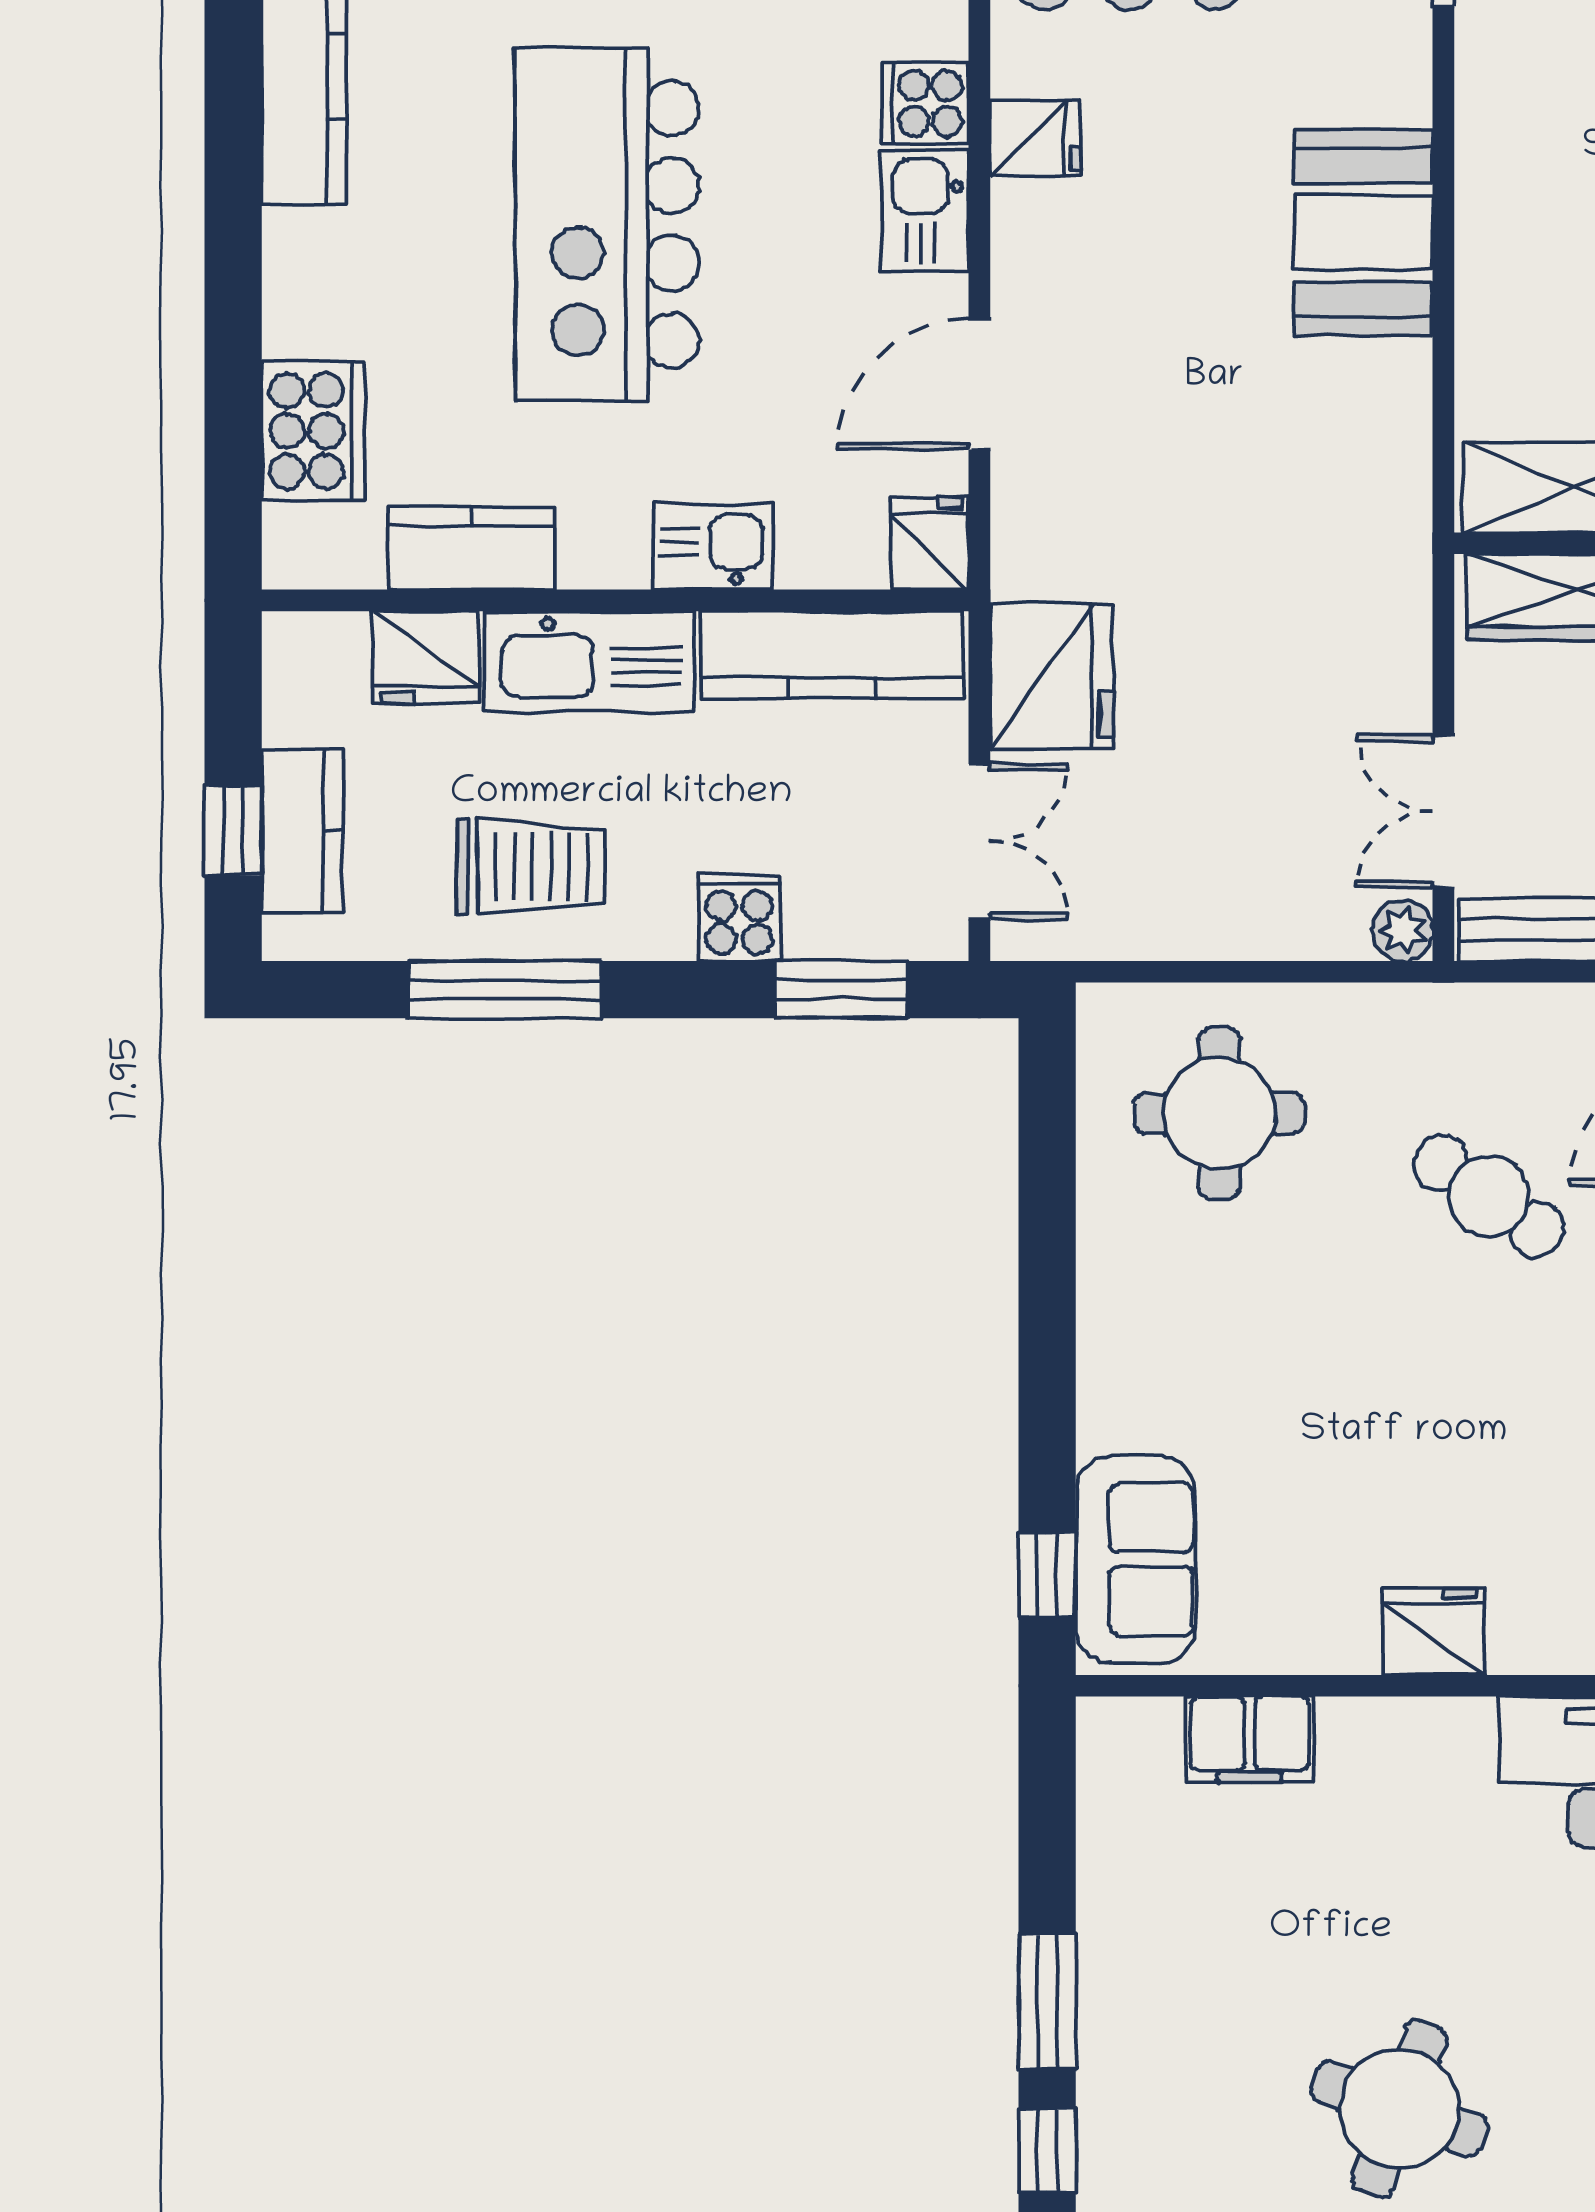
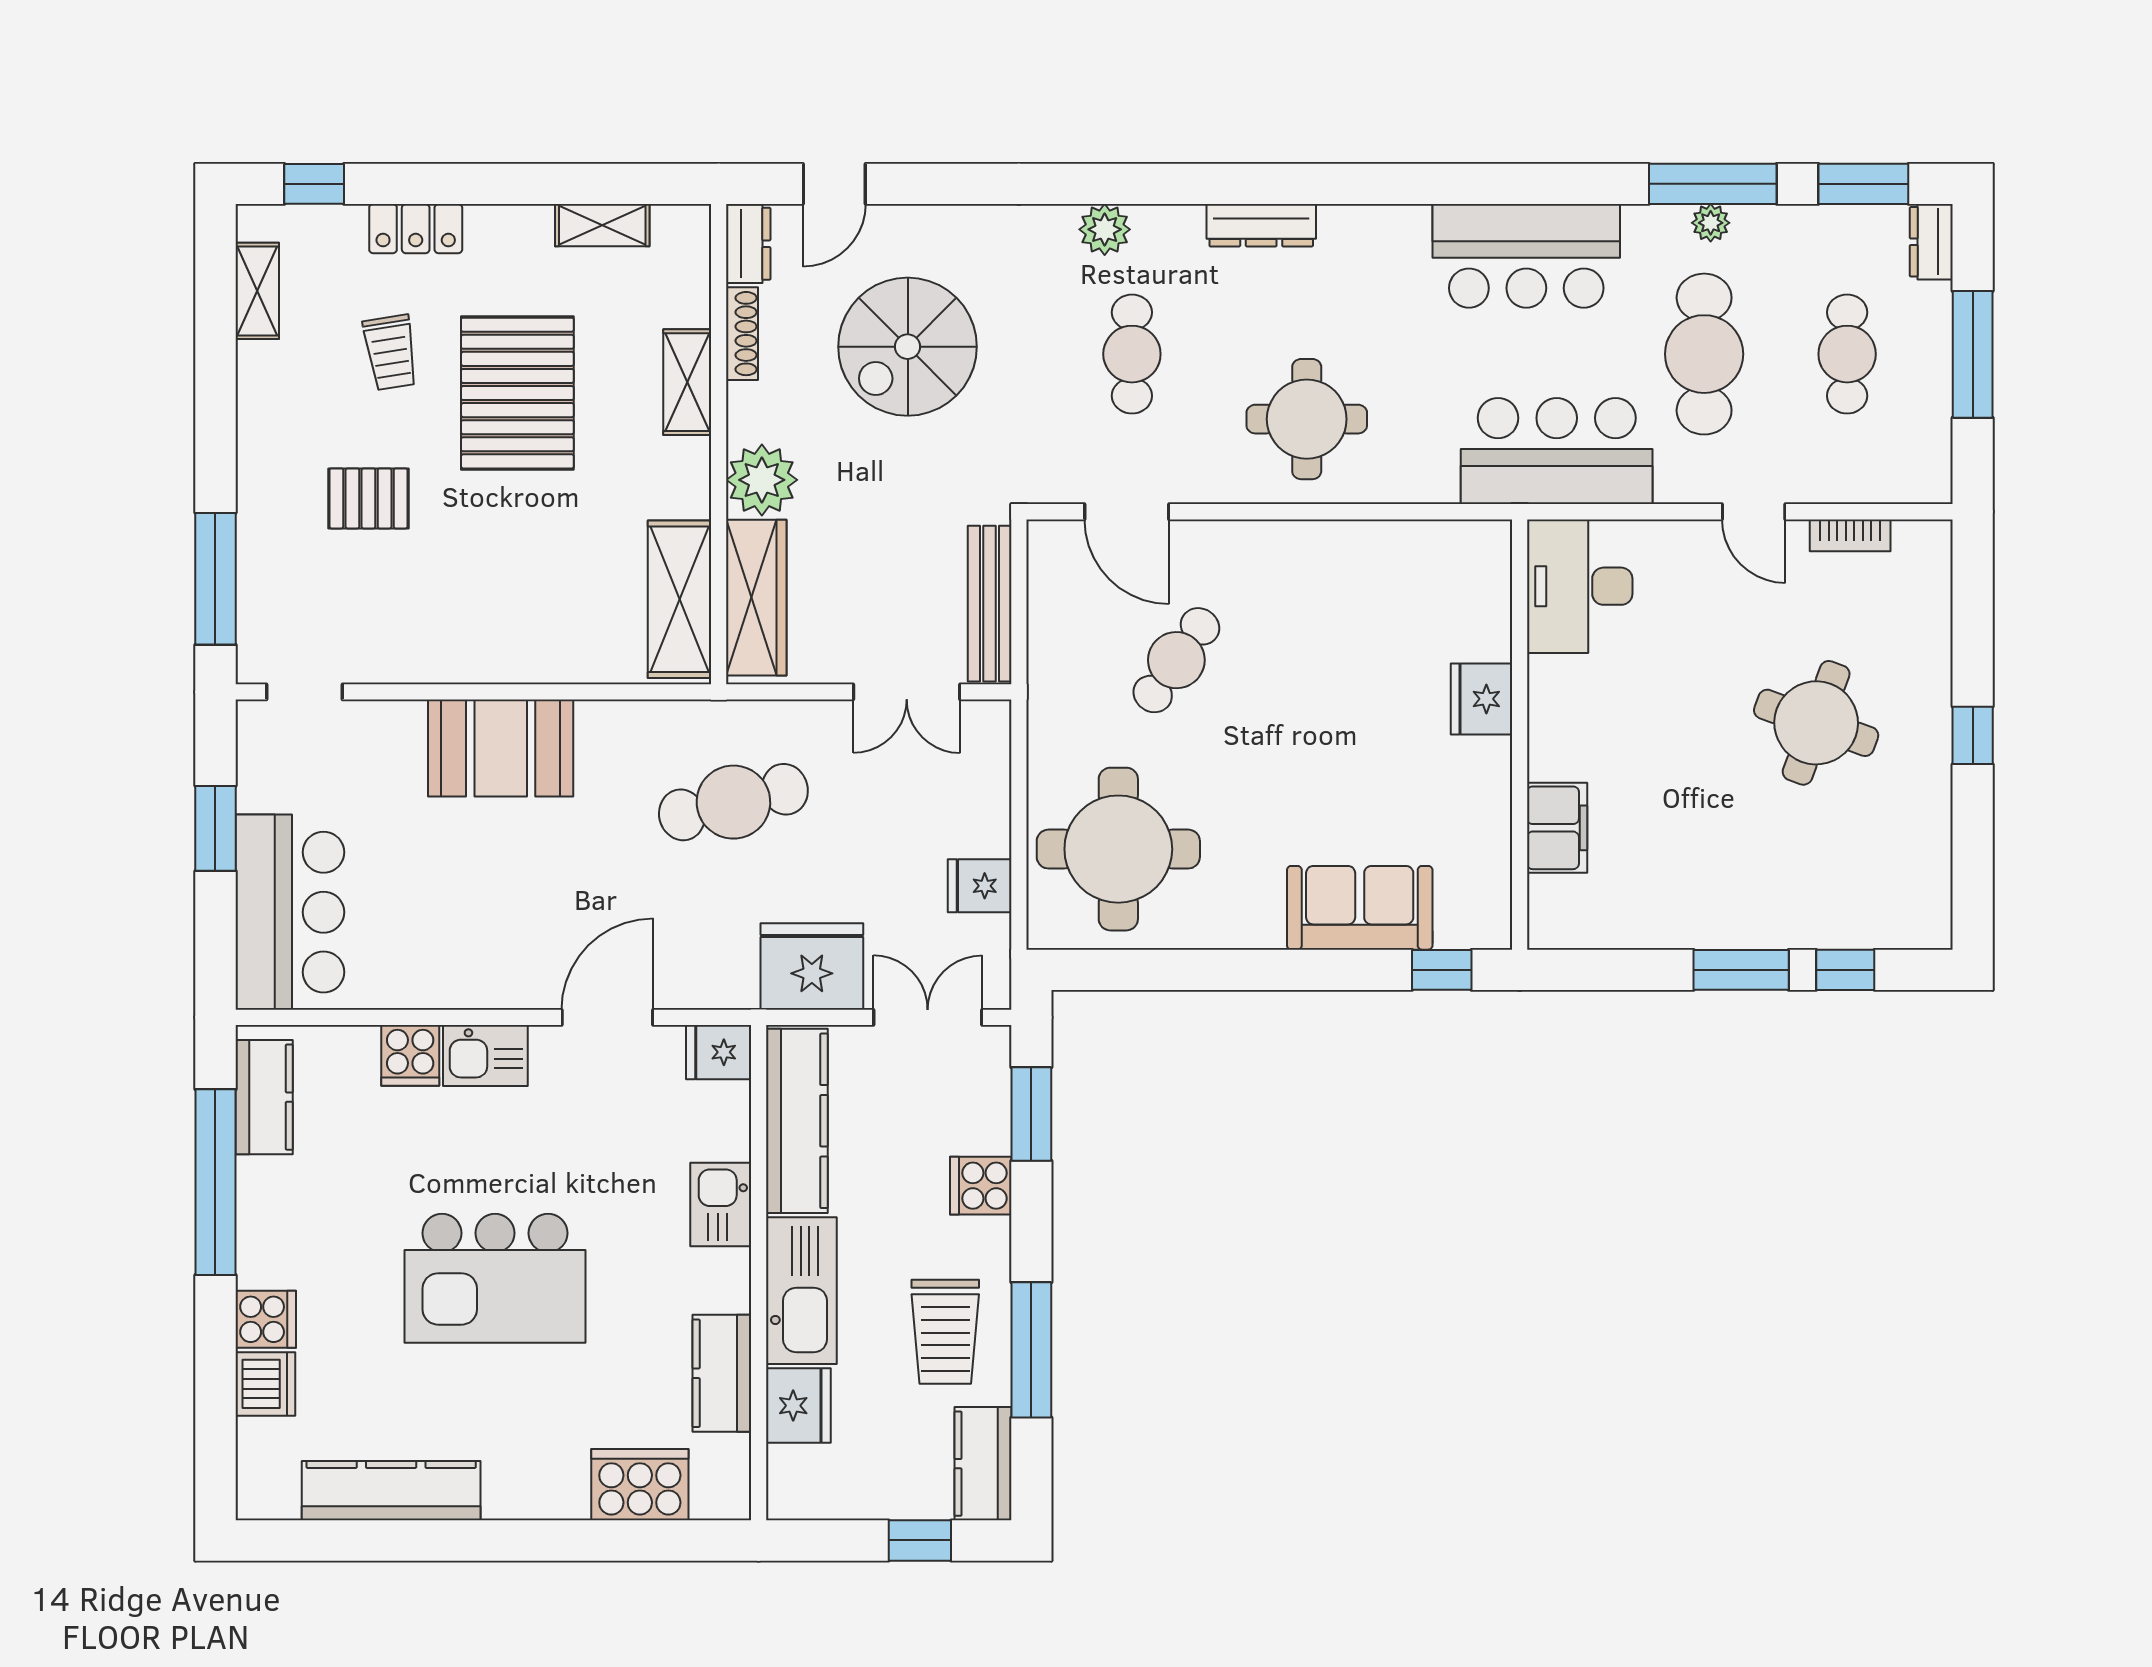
fridge: (1035, 139) -> (980, 886), moved, turned -90
kitchen island: (607, 224) -> (495, 1278), width x0.73
door: (979, 385) -> (607, 1017), swing flipped
cafe table: (1286, 564) -> (733, 802), added
kitchen counter: (302, 831) -> (983, 1464), moved, turned -90
trolley: (531, 867) -> (945, 1332), turned 180
plant: (1402, 931) -> (990, 721), removed
round table: (1219, 1113) -> (1118, 849), width x1.36, depth x1.36
sofa: (1136, 1560) -> (1360, 908), moved

